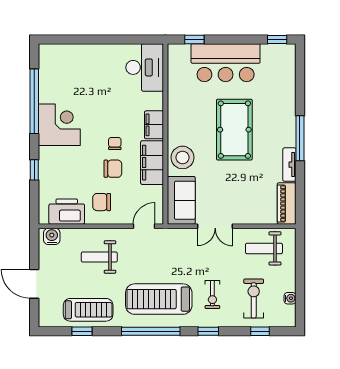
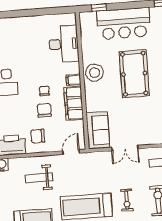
desk: (145, 67) -> (64, 44), moved
filing cabinet: (154, 125) -> (73, 80), width x0.50
stool: (183, 157) -> (94, 73), moved
chair: (113, 169) -> (44, 110), turned -90

